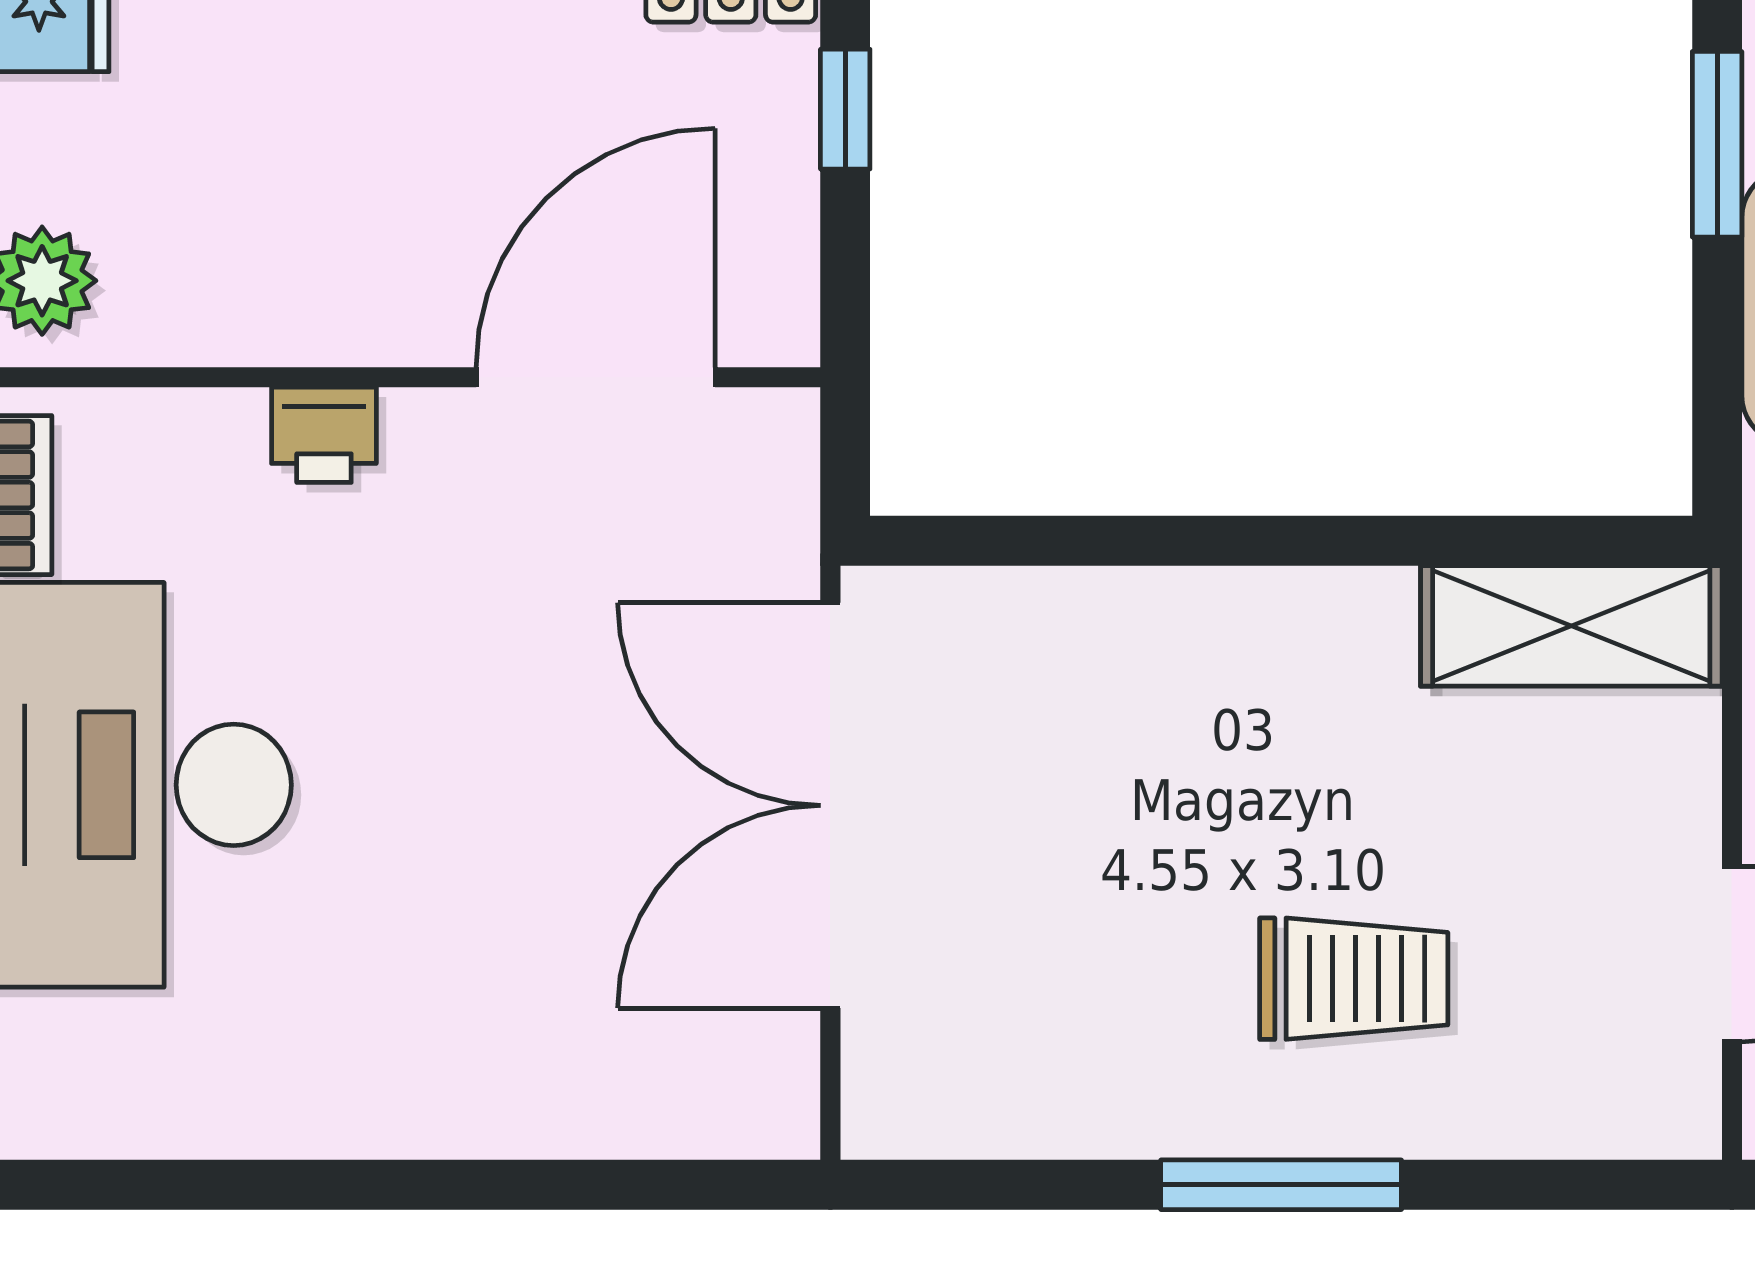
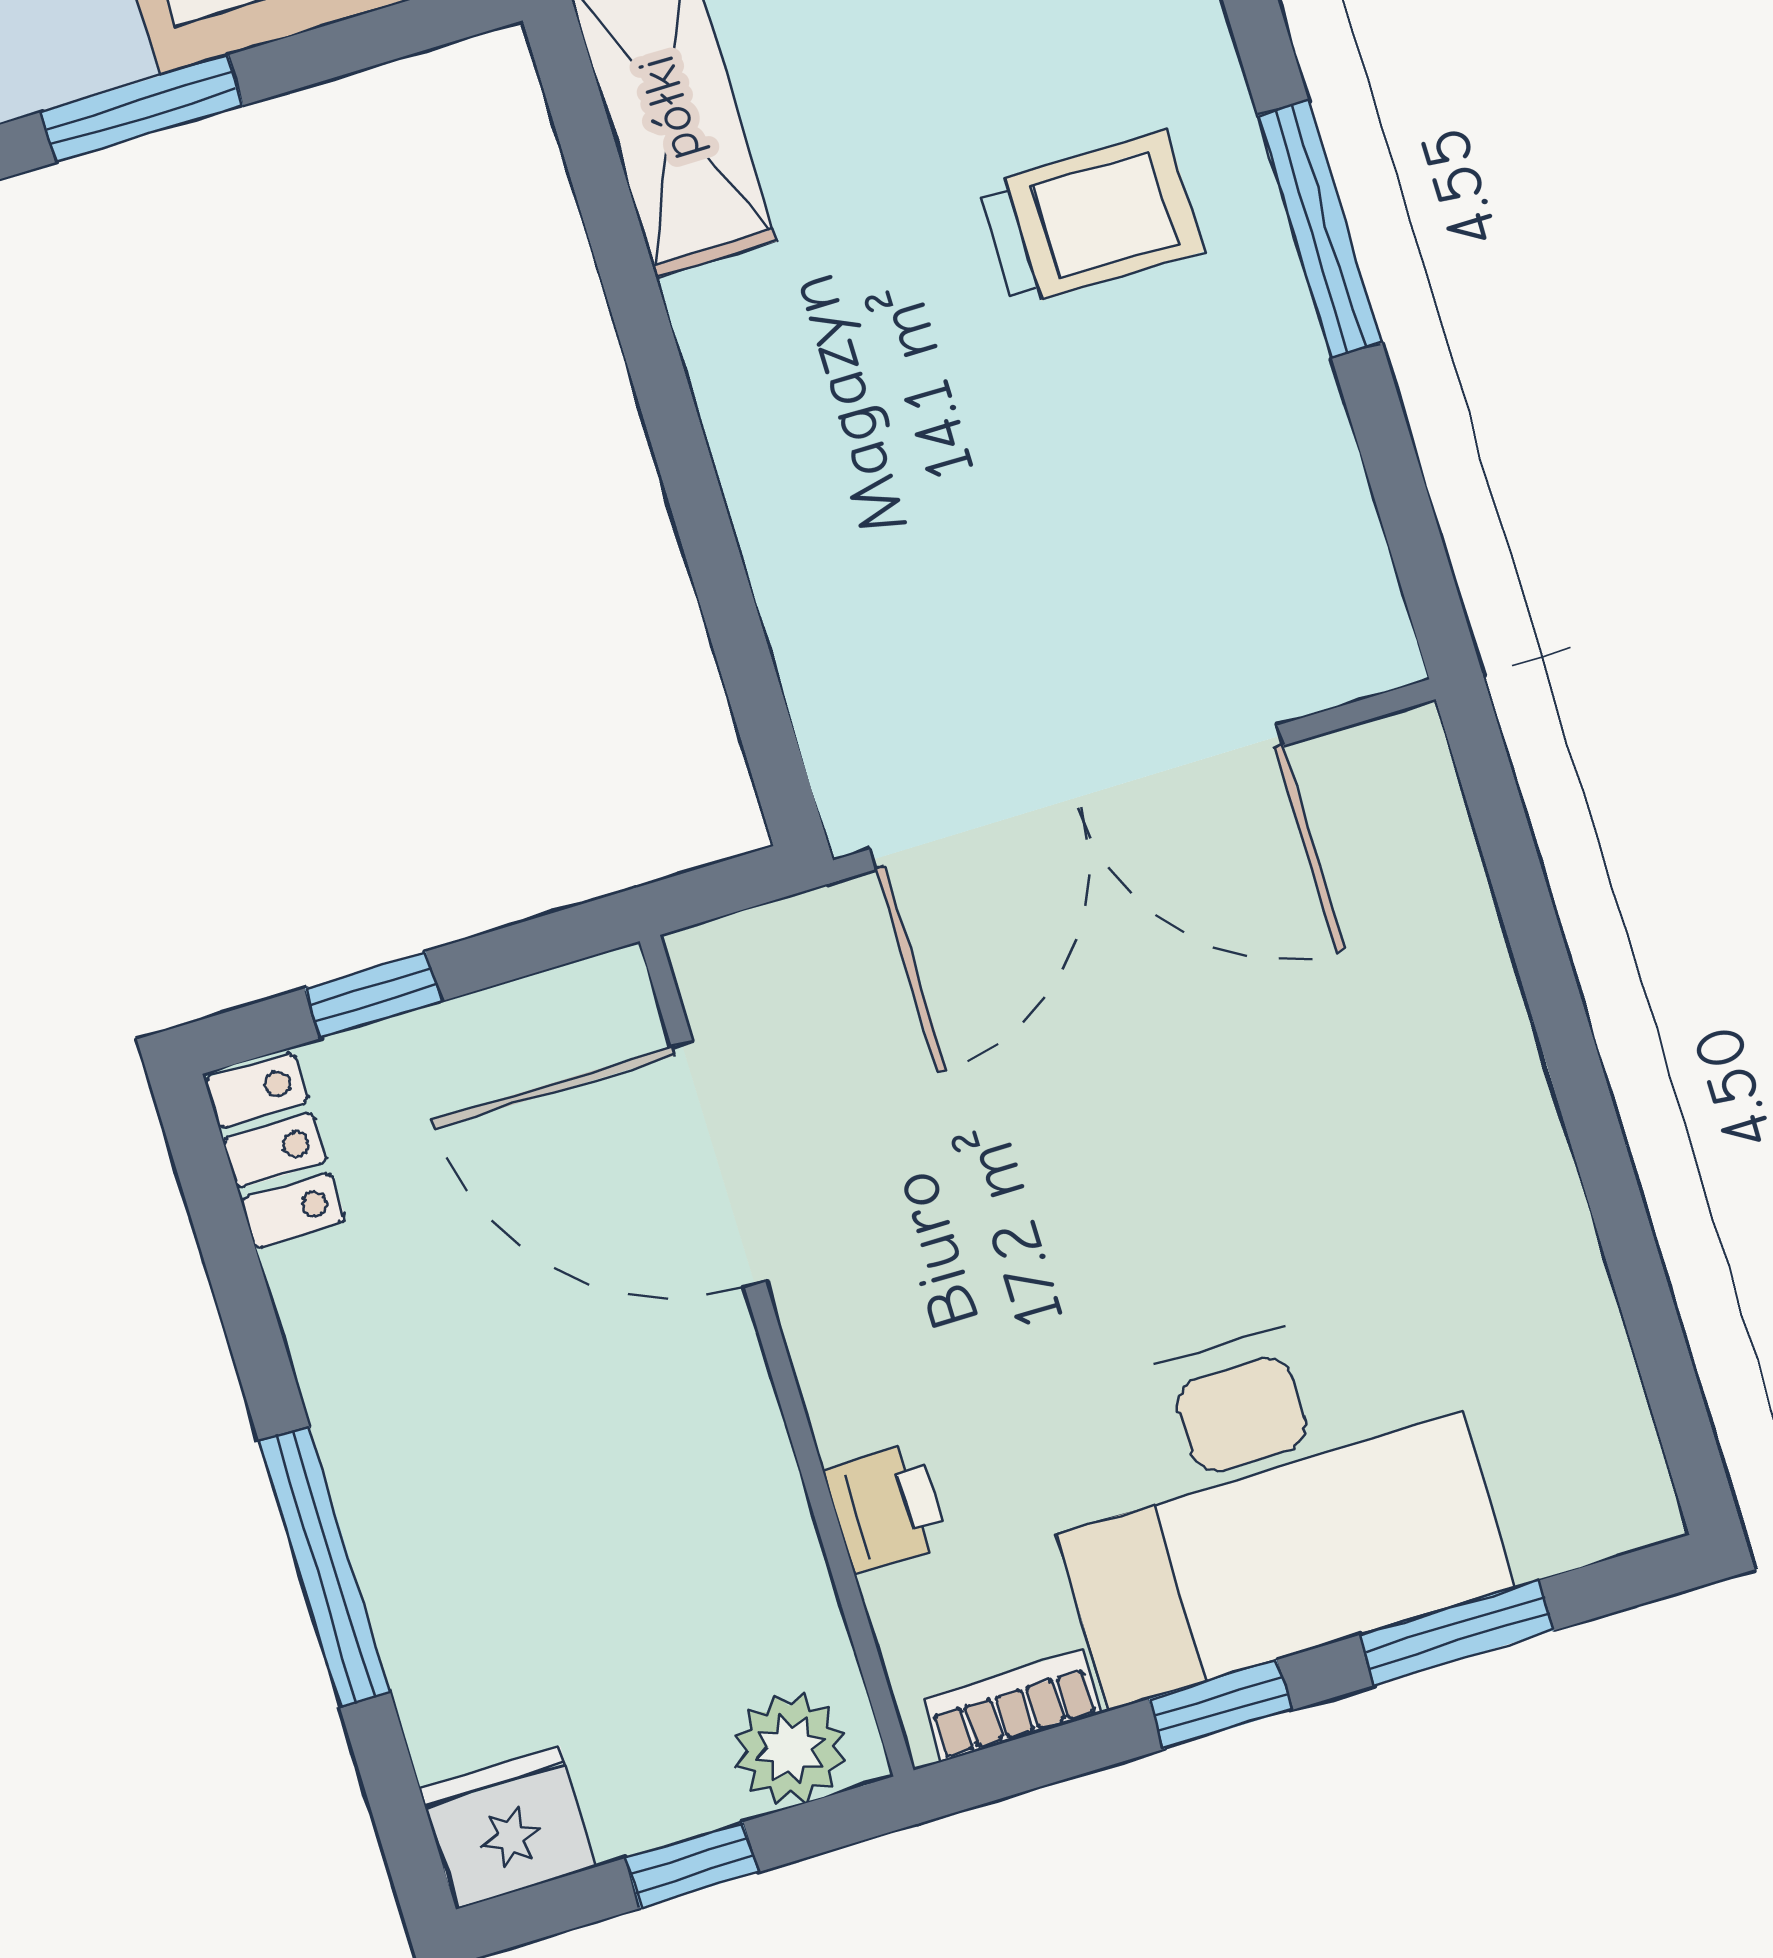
printer: (324, 435) -> (886, 1508), moved
trolley: (1354, 979) -> (1091, 219), turned 90

